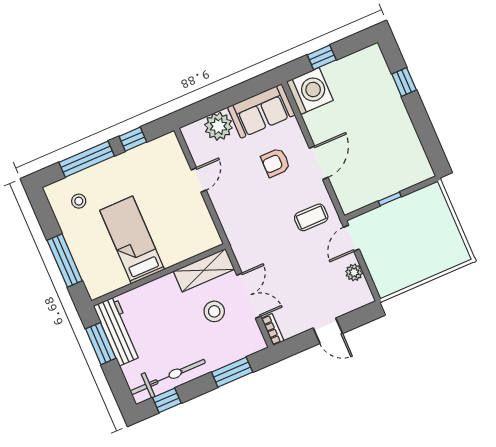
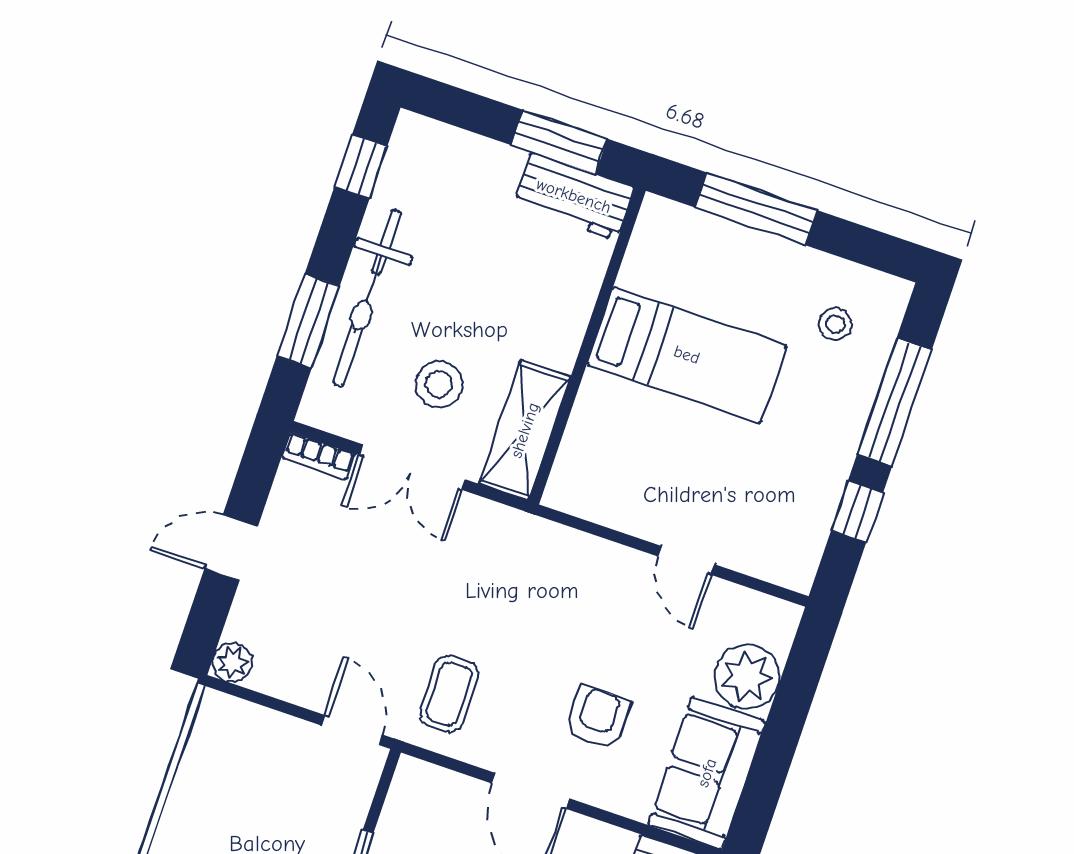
plant: (354, 272) -> (232, 663), moved
workbench: (118, 331) -> (574, 196), width x0.73
bicycle: (168, 377) -> (367, 298), moved

